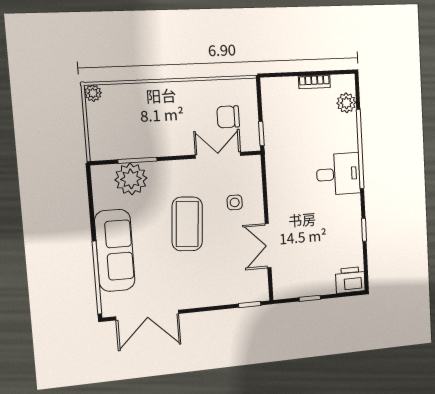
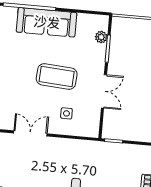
chair: (228, 117) -> (129, 118), removed
double door: (218, 155) -> (104, 91), moved
plant: (131, 179) -> (101, 37), width x0.53, depth x0.53

